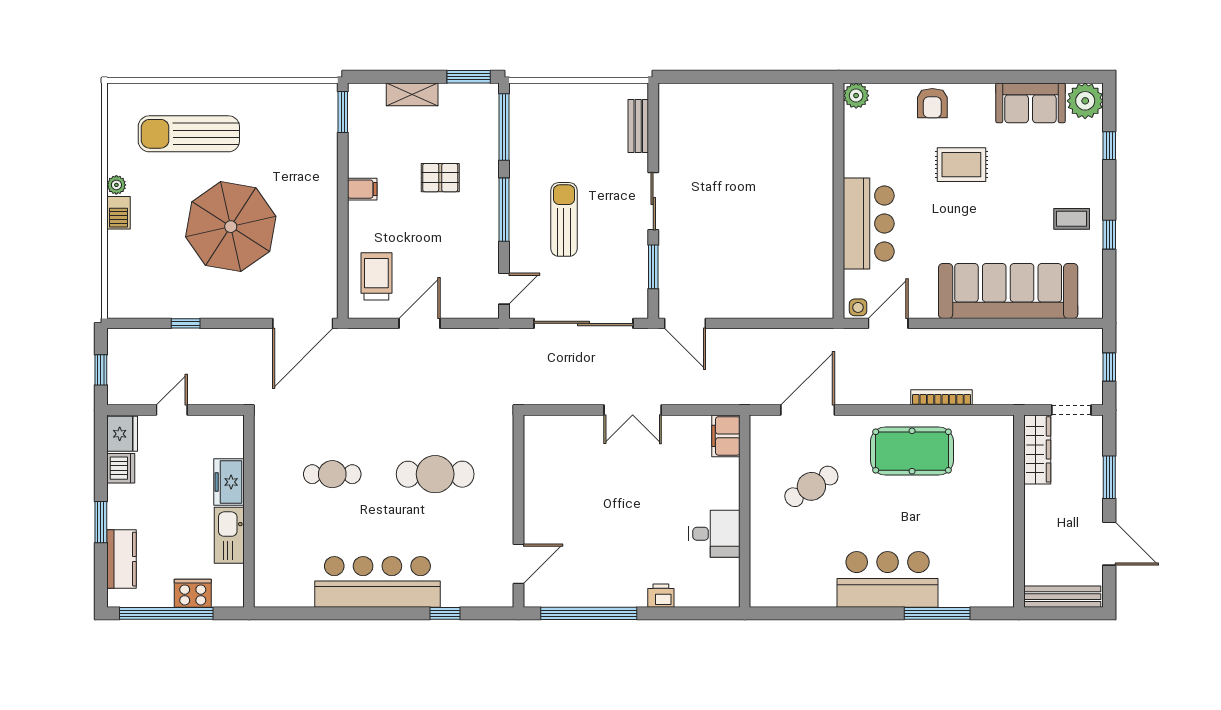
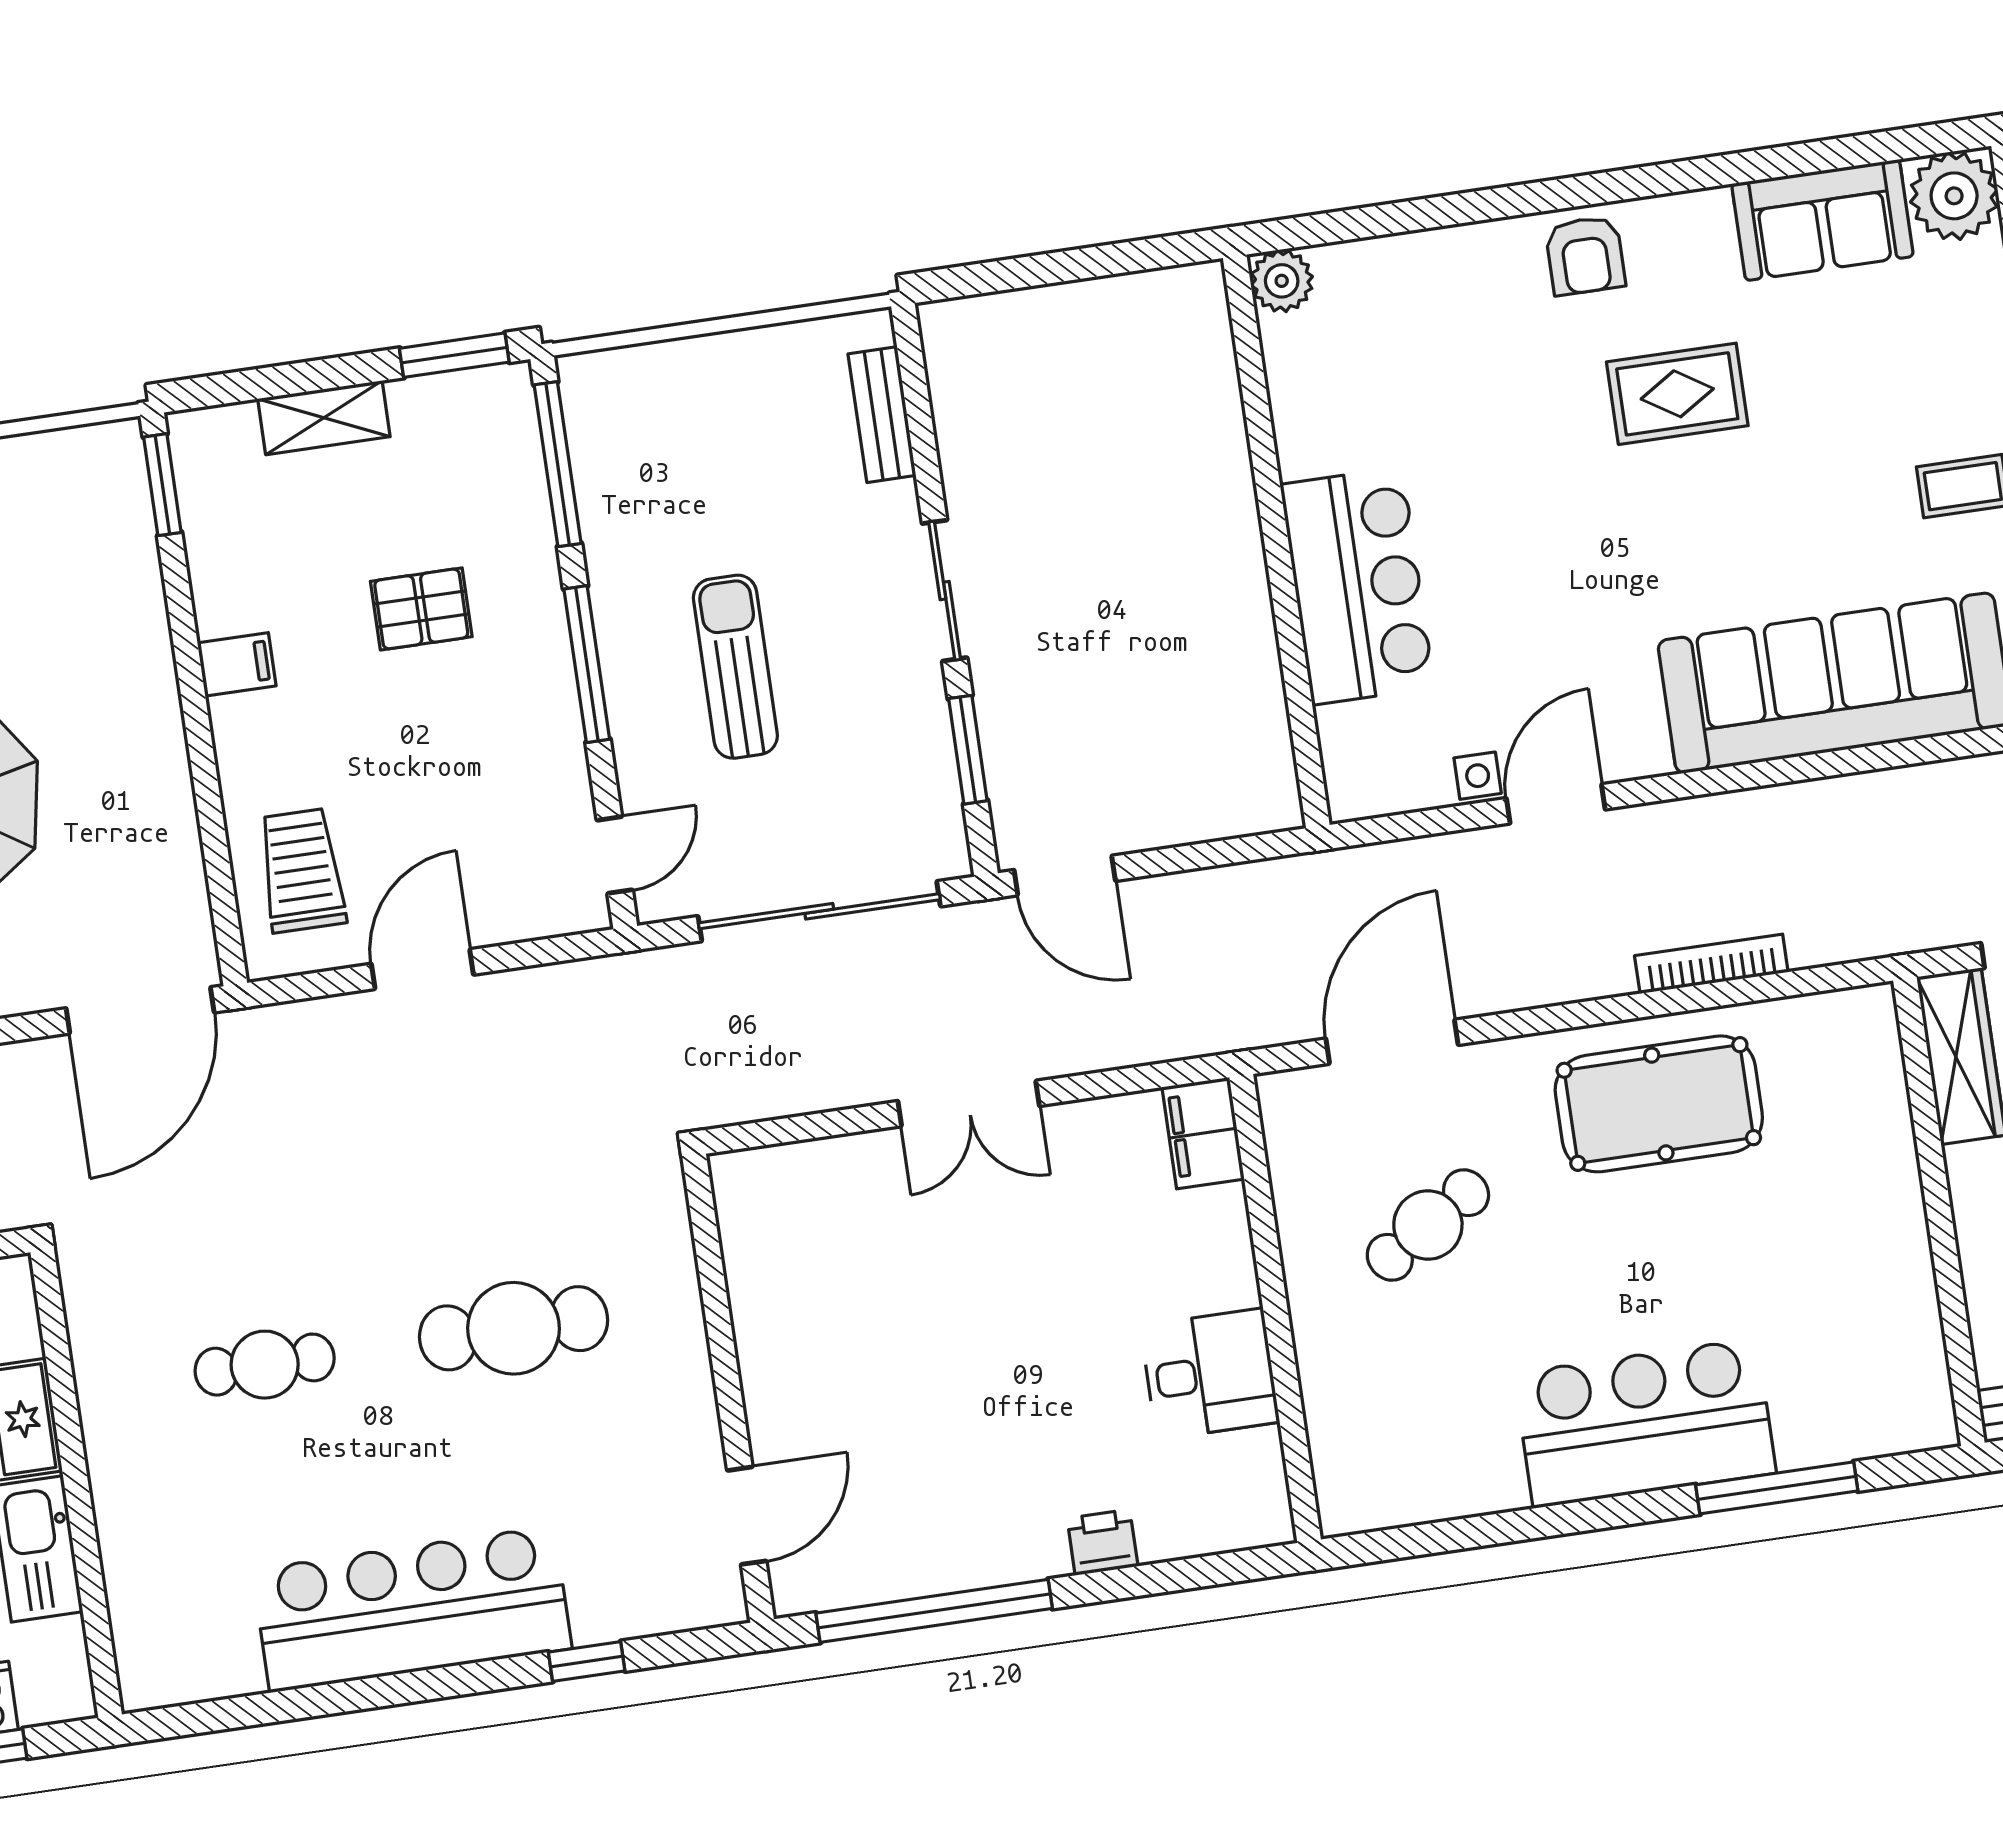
plant: (856, 96) -> (1282, 281), moved
wall: (839, 201) -> (1276, 541), moved
bar counter: (869, 224) -> (1357, 586), moved

